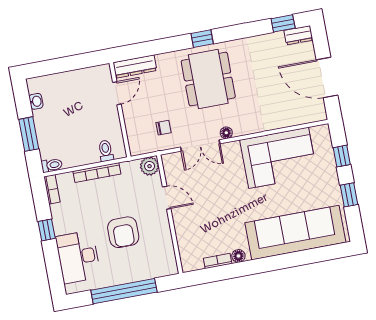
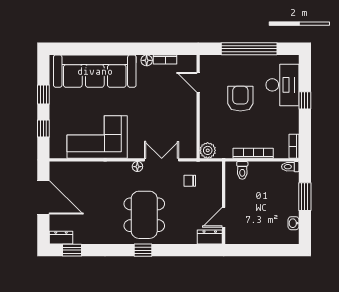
dresser: (135, 67) -> (210, 237), width x0.70
door: (167, 198) -> (198, 82), moved
window: (47, 230) -> (305, 100), moved

